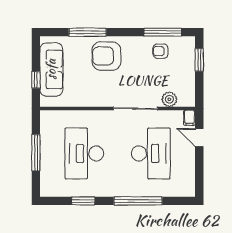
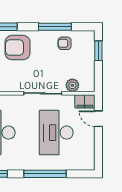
window: (163, 32) -> (55, 27), moved
filing cabinet: (189, 118) -> (85, 101), width x2.00
desk: (151, 153) -> (56, 133), turned 180

